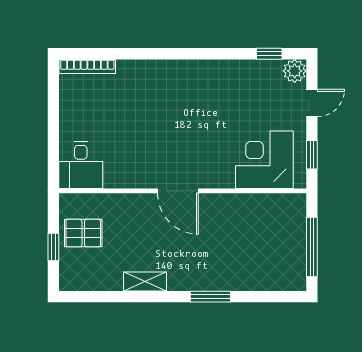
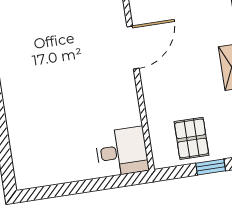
bookcase: (87, 66) -> (19, 160), removed

